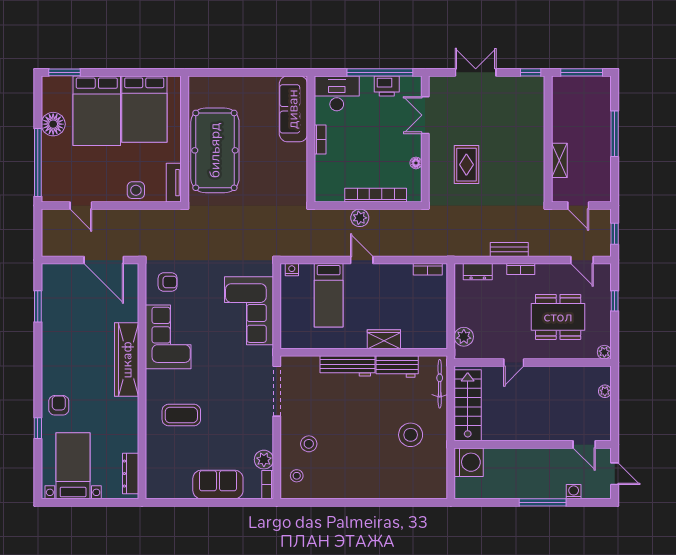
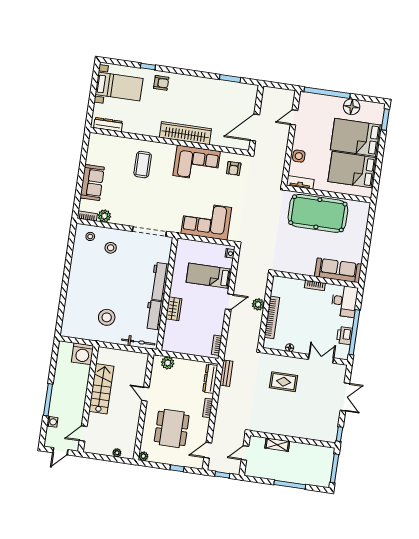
bench: (509, 249) -> (226, 373), moved
dresser: (478, 272) -> (210, 379), width x1.44
stairs: (468, 405) -> (101, 389), moved, turned -90

